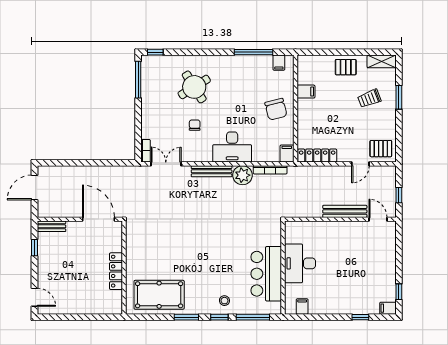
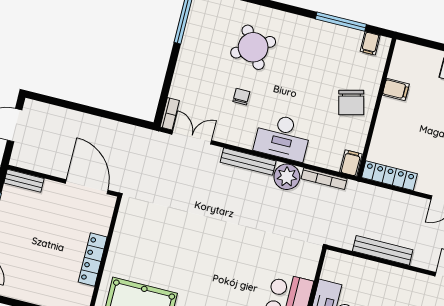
bench: (345, 211) -> (383, 250), moved

